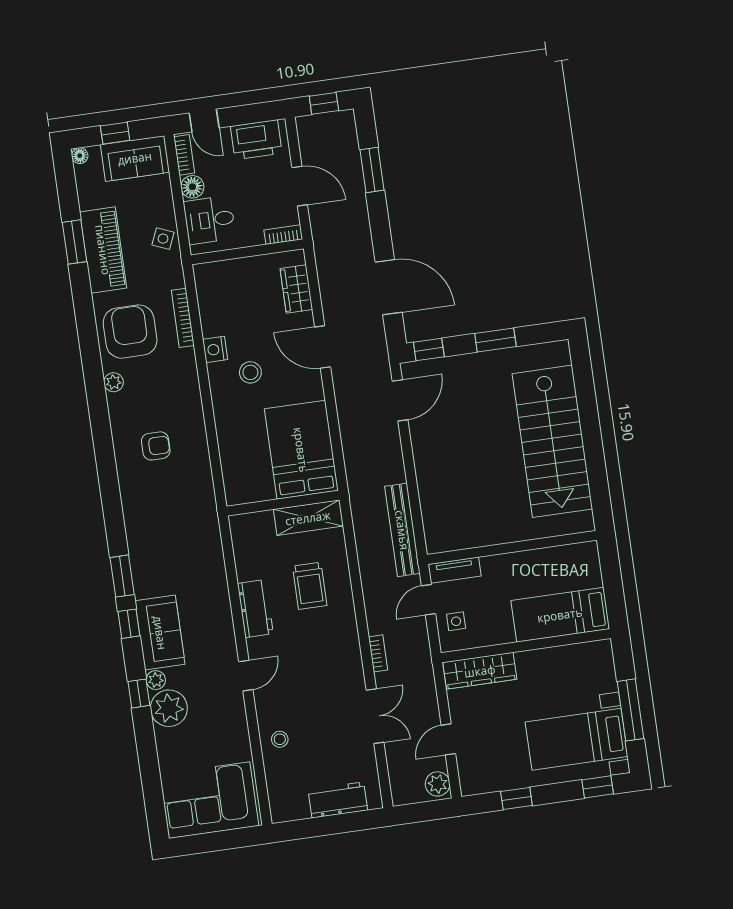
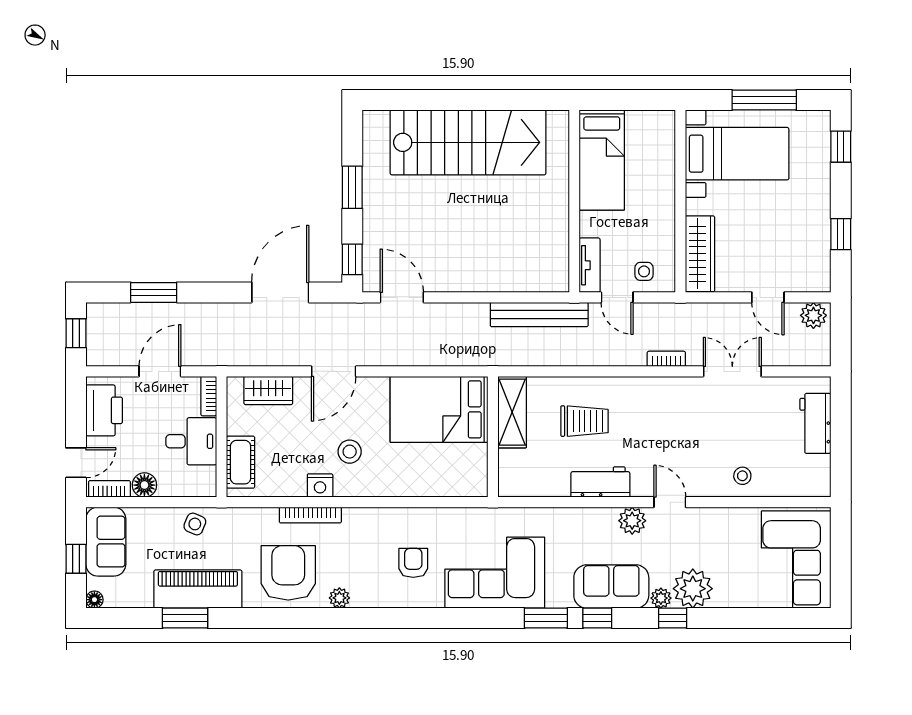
desk: (210, 220) -> (191, 441), moved, turned -90
cot: (226, 273) -> (241, 462), added
bookcase: (183, 318) -> (310, 515), moved
armchair: (130, 332) -> (288, 573), turned 90
corner sofa: (157, 523) -> (495, 573), added
bed: (560, 615) -> (602, 160), moved
plant: (224, 643) -> (632, 521), added
bed with nightstands: (577, 739) -> (737, 154), moved, turned -90

